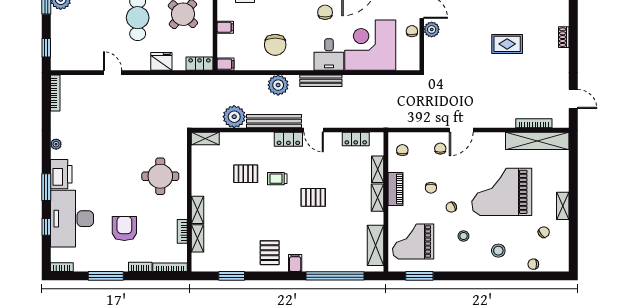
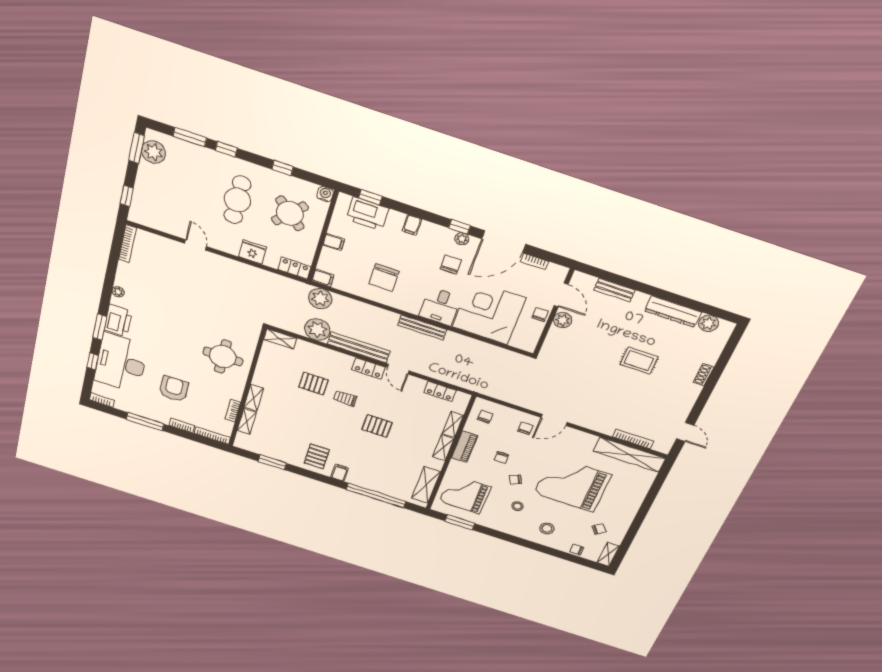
plant: (278, 85) -> (320, 299), moved
shelving: (563, 206) -> (608, 554), moved

